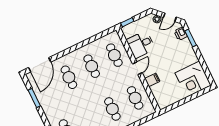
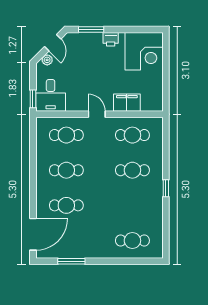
printer: (181, 34) -> (111, 39), moved
desk: (141, 44) -> (51, 95), moved
door: (40, 65) -> (33, 234), hinge flipped
filing cabinet: (152, 80) -> (127, 103), width x2.00

